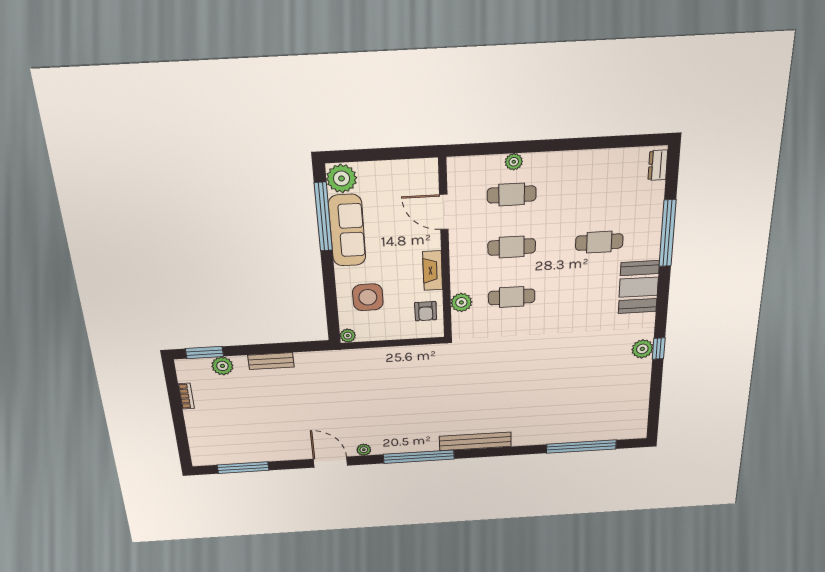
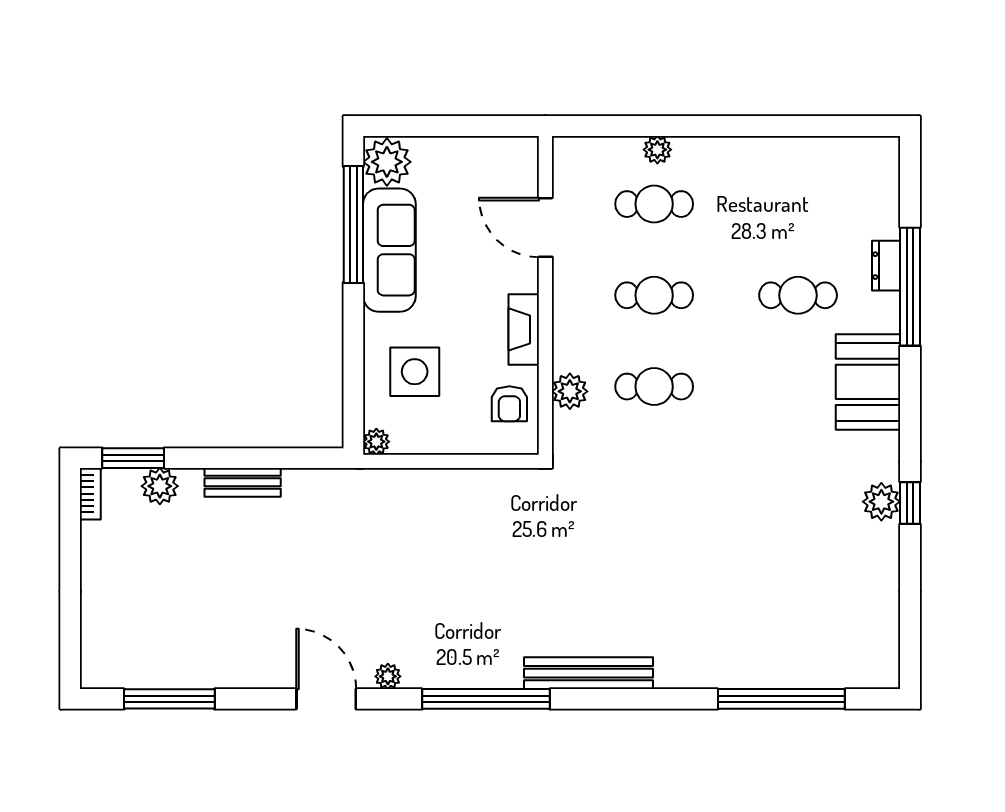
dresser: (658, 165) -> (886, 266), moved
bookcase: (186, 396) -> (90, 494), moved

